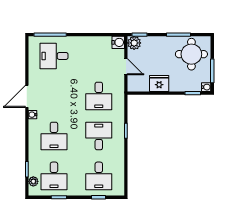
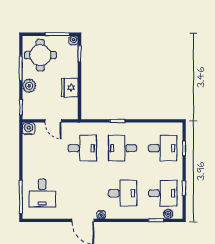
plant: (134, 43) -> (29, 86), moved
door: (126, 67) -> (53, 121), swing flipped

